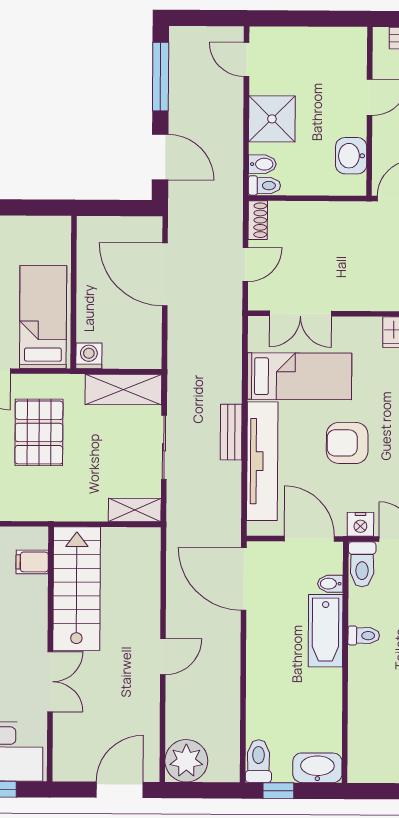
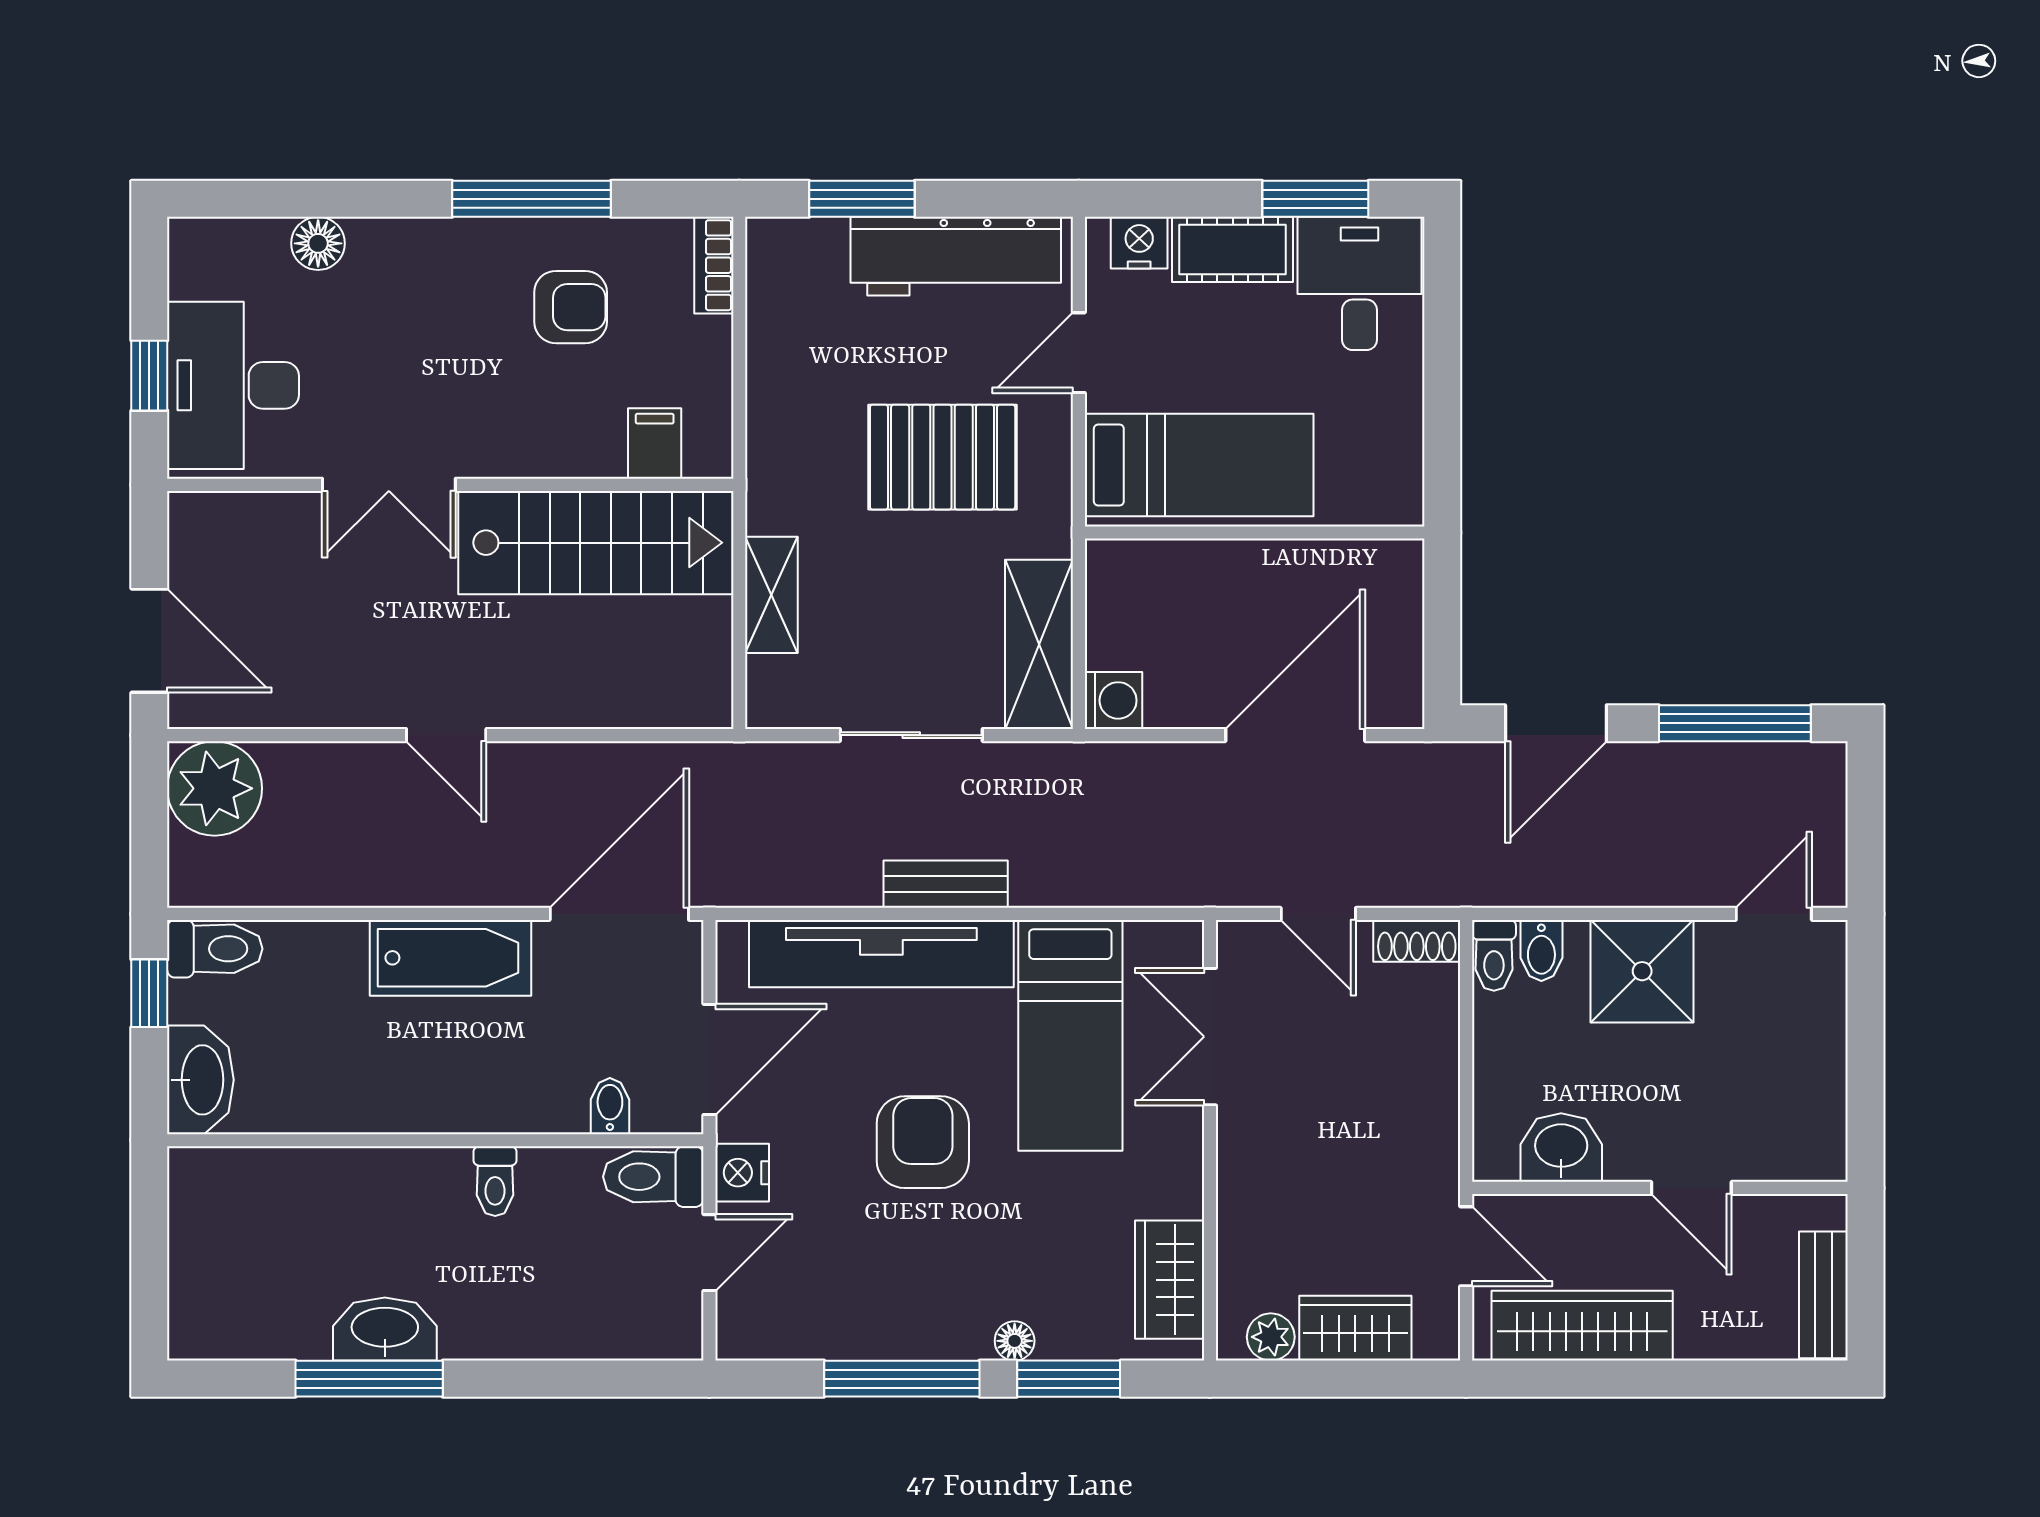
washing machine: (89, 356) -> (1114, 700), moved
shelving: (135, 510) -> (771, 595), moved
bathtub: (326, 631) -> (450, 958), moved, turned 180

